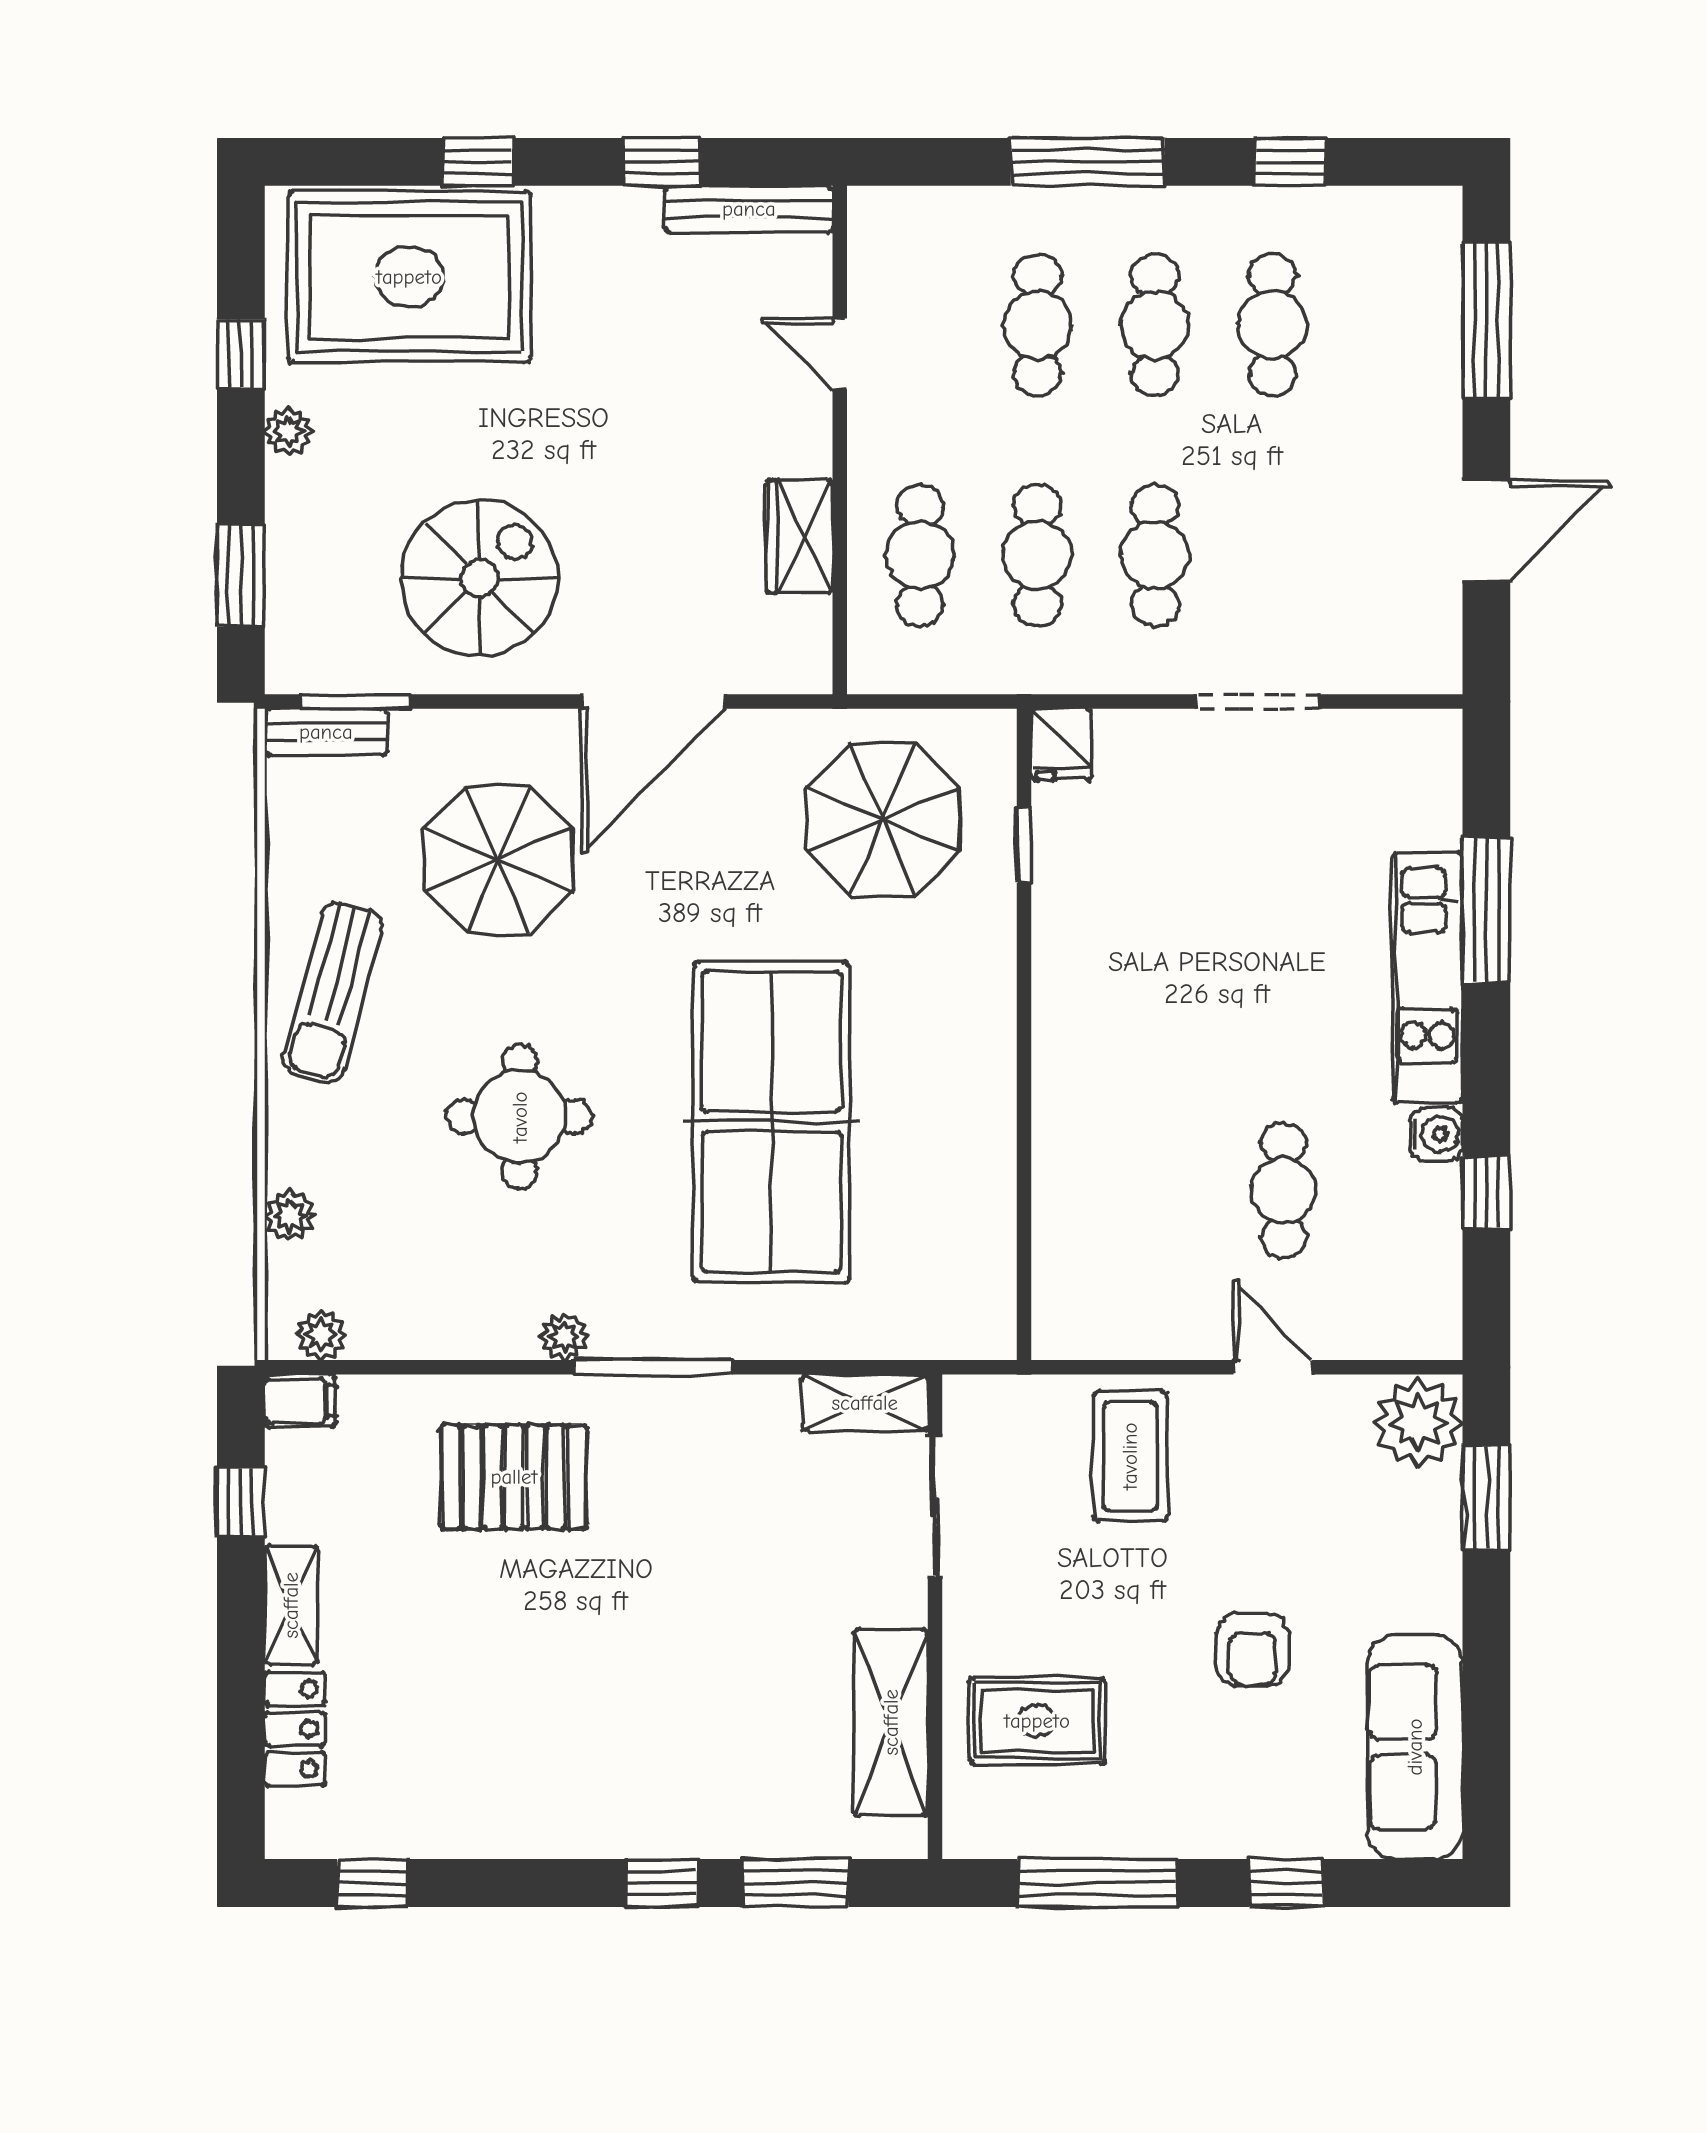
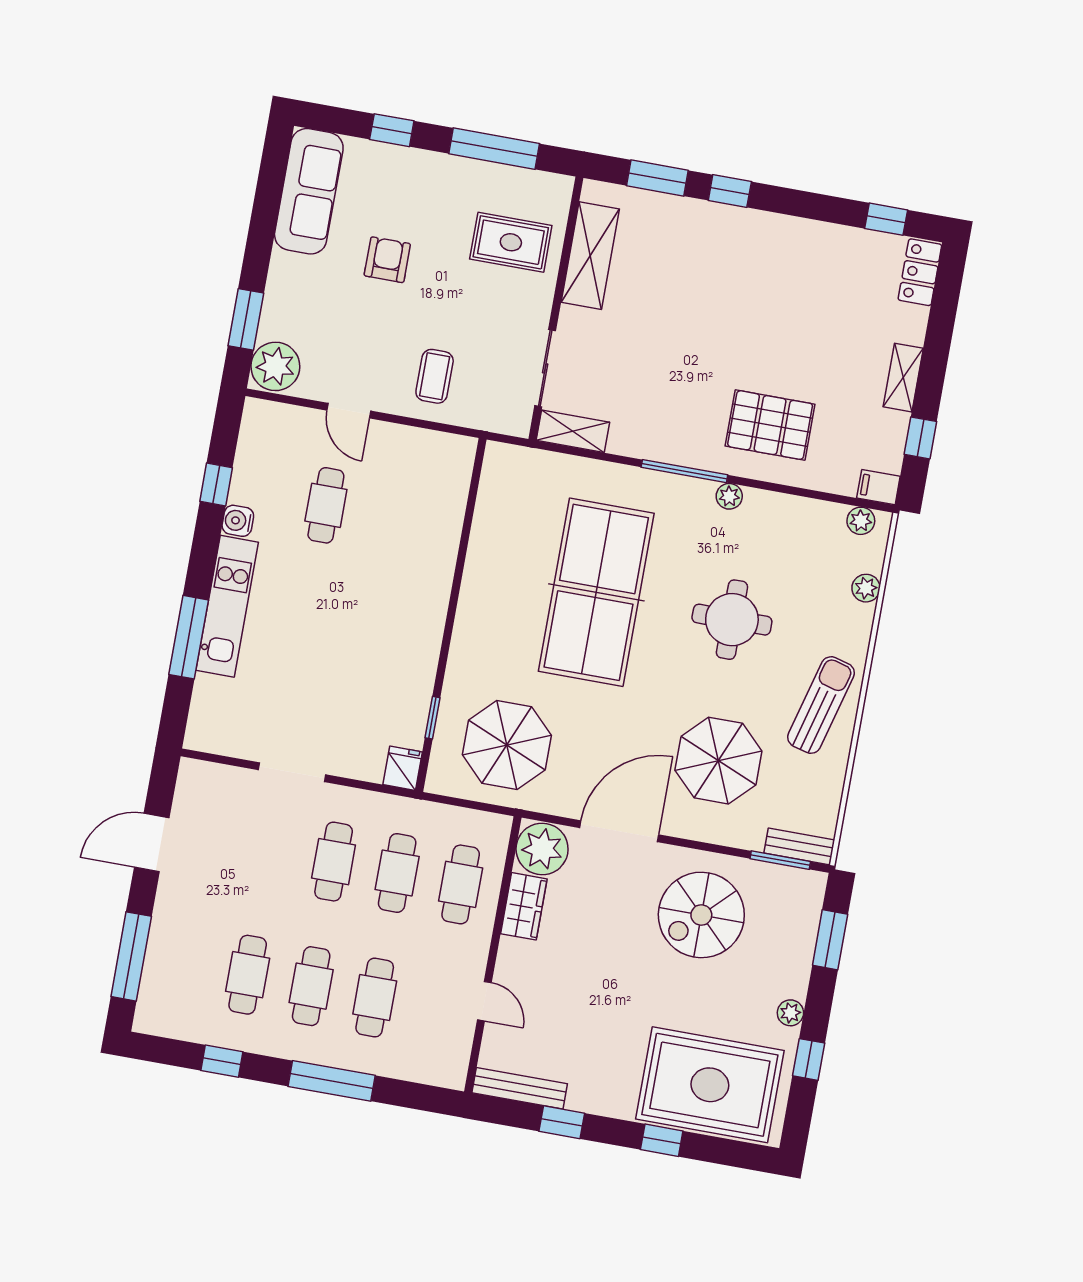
plant: (786, 645) -> (542, 849), added
coffee table: (1130, 1456) -> (435, 376), width x0.73, depth x0.77
locker: (295, 1729) -> (920, 272), moved

